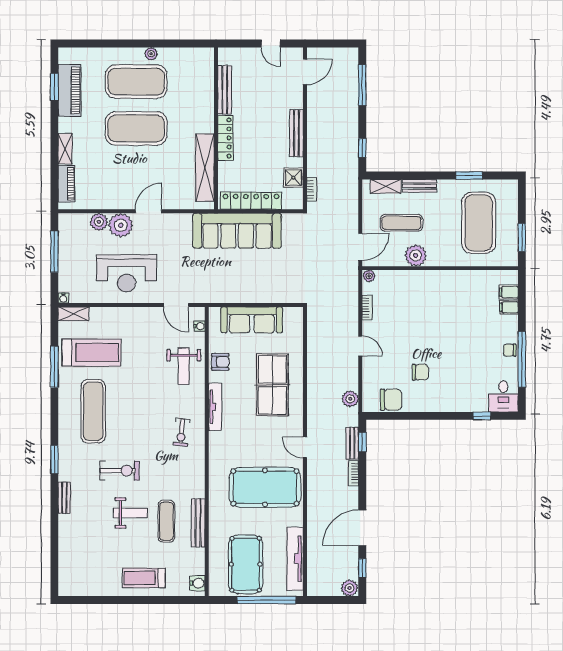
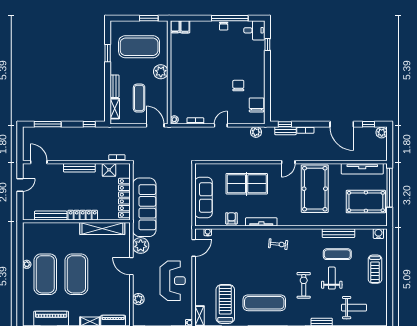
plant: (121, 225) -> (141, 245), moved
plant: (416, 256) -> (161, 72), moved
filing cabinet: (509, 307) -> (175, 27), moved
weight bench: (184, 366) -> (354, 308), moved

